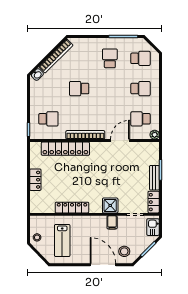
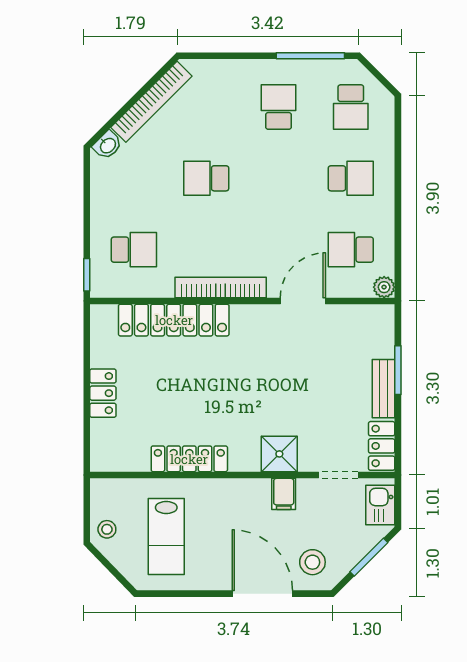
school desk: (140, 58) -> (351, 107), turned 90

